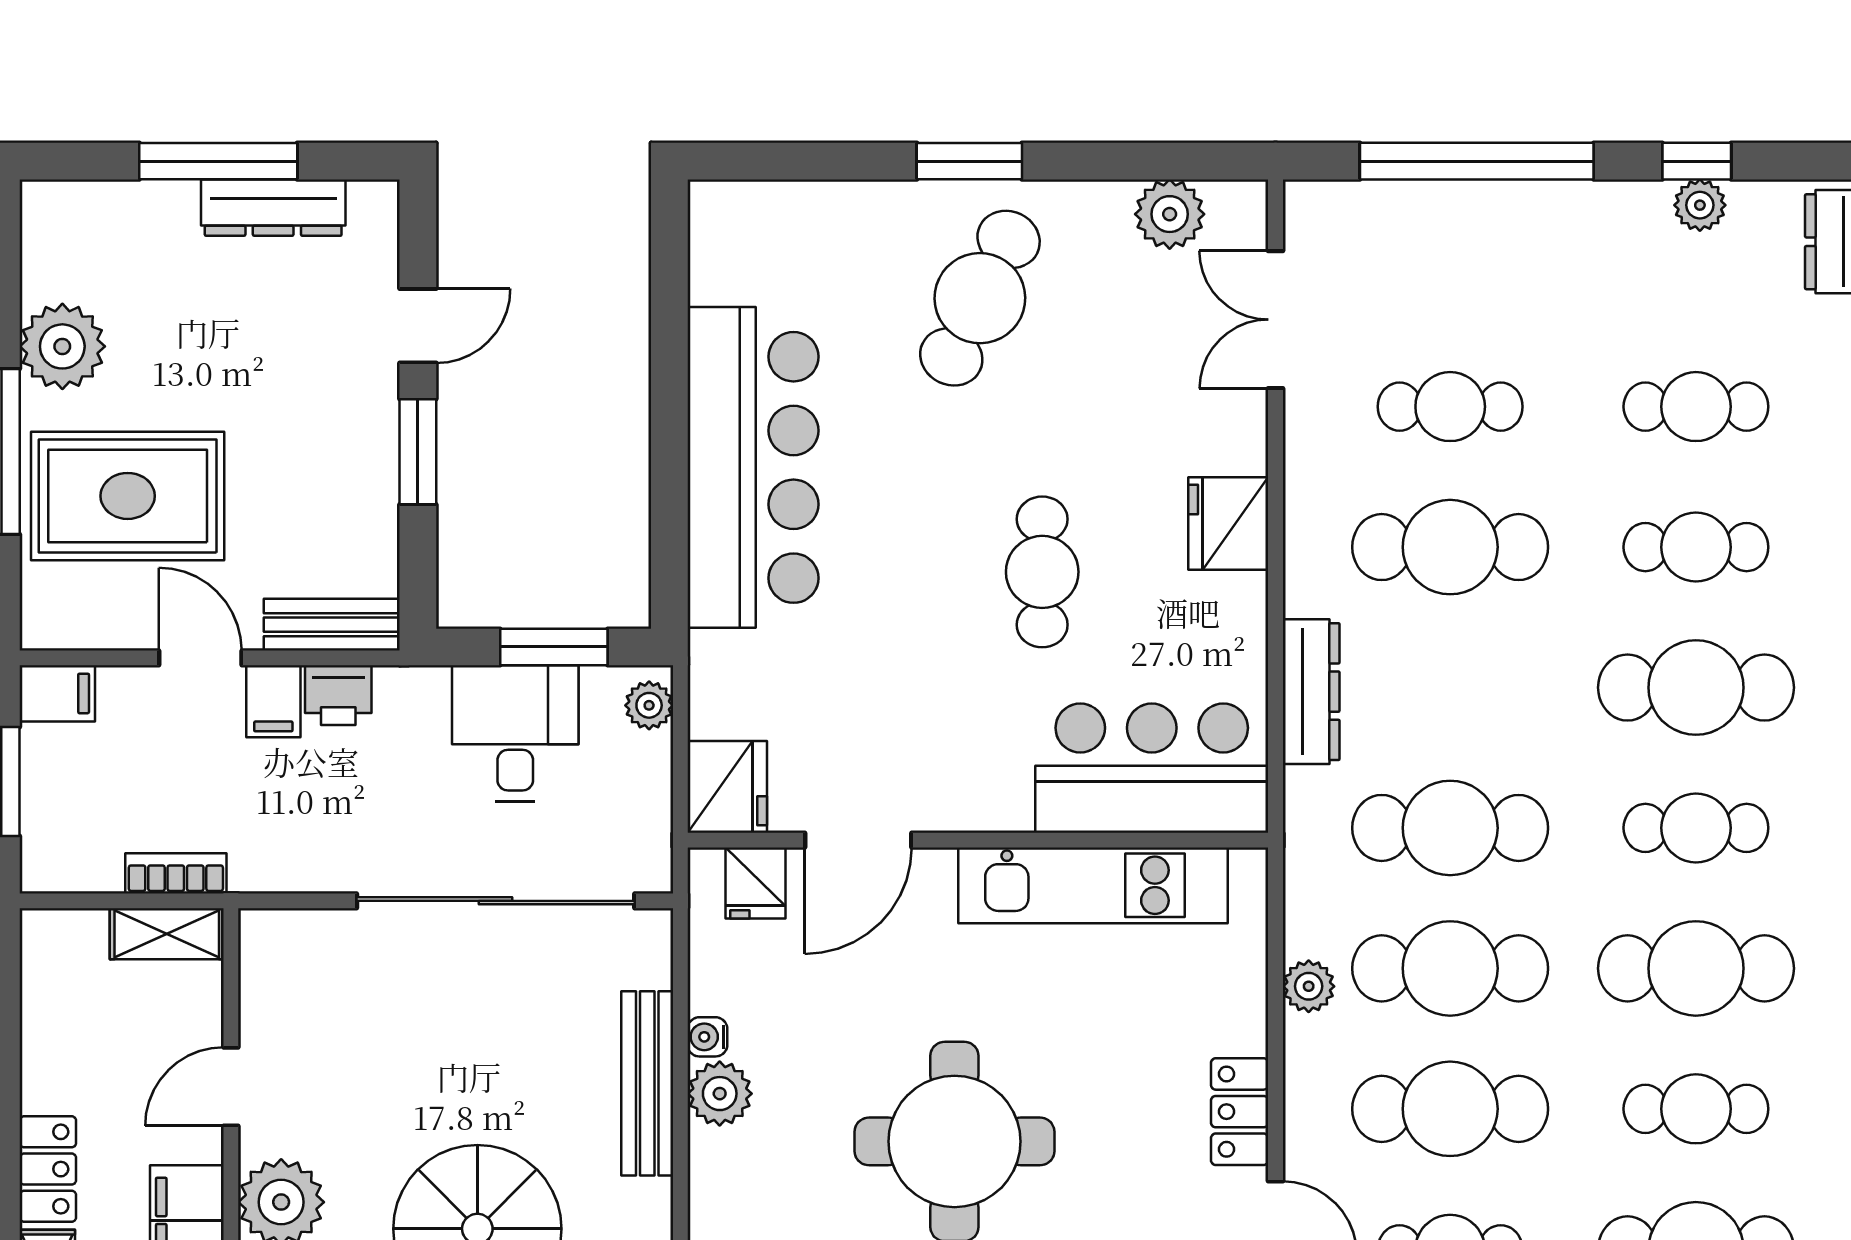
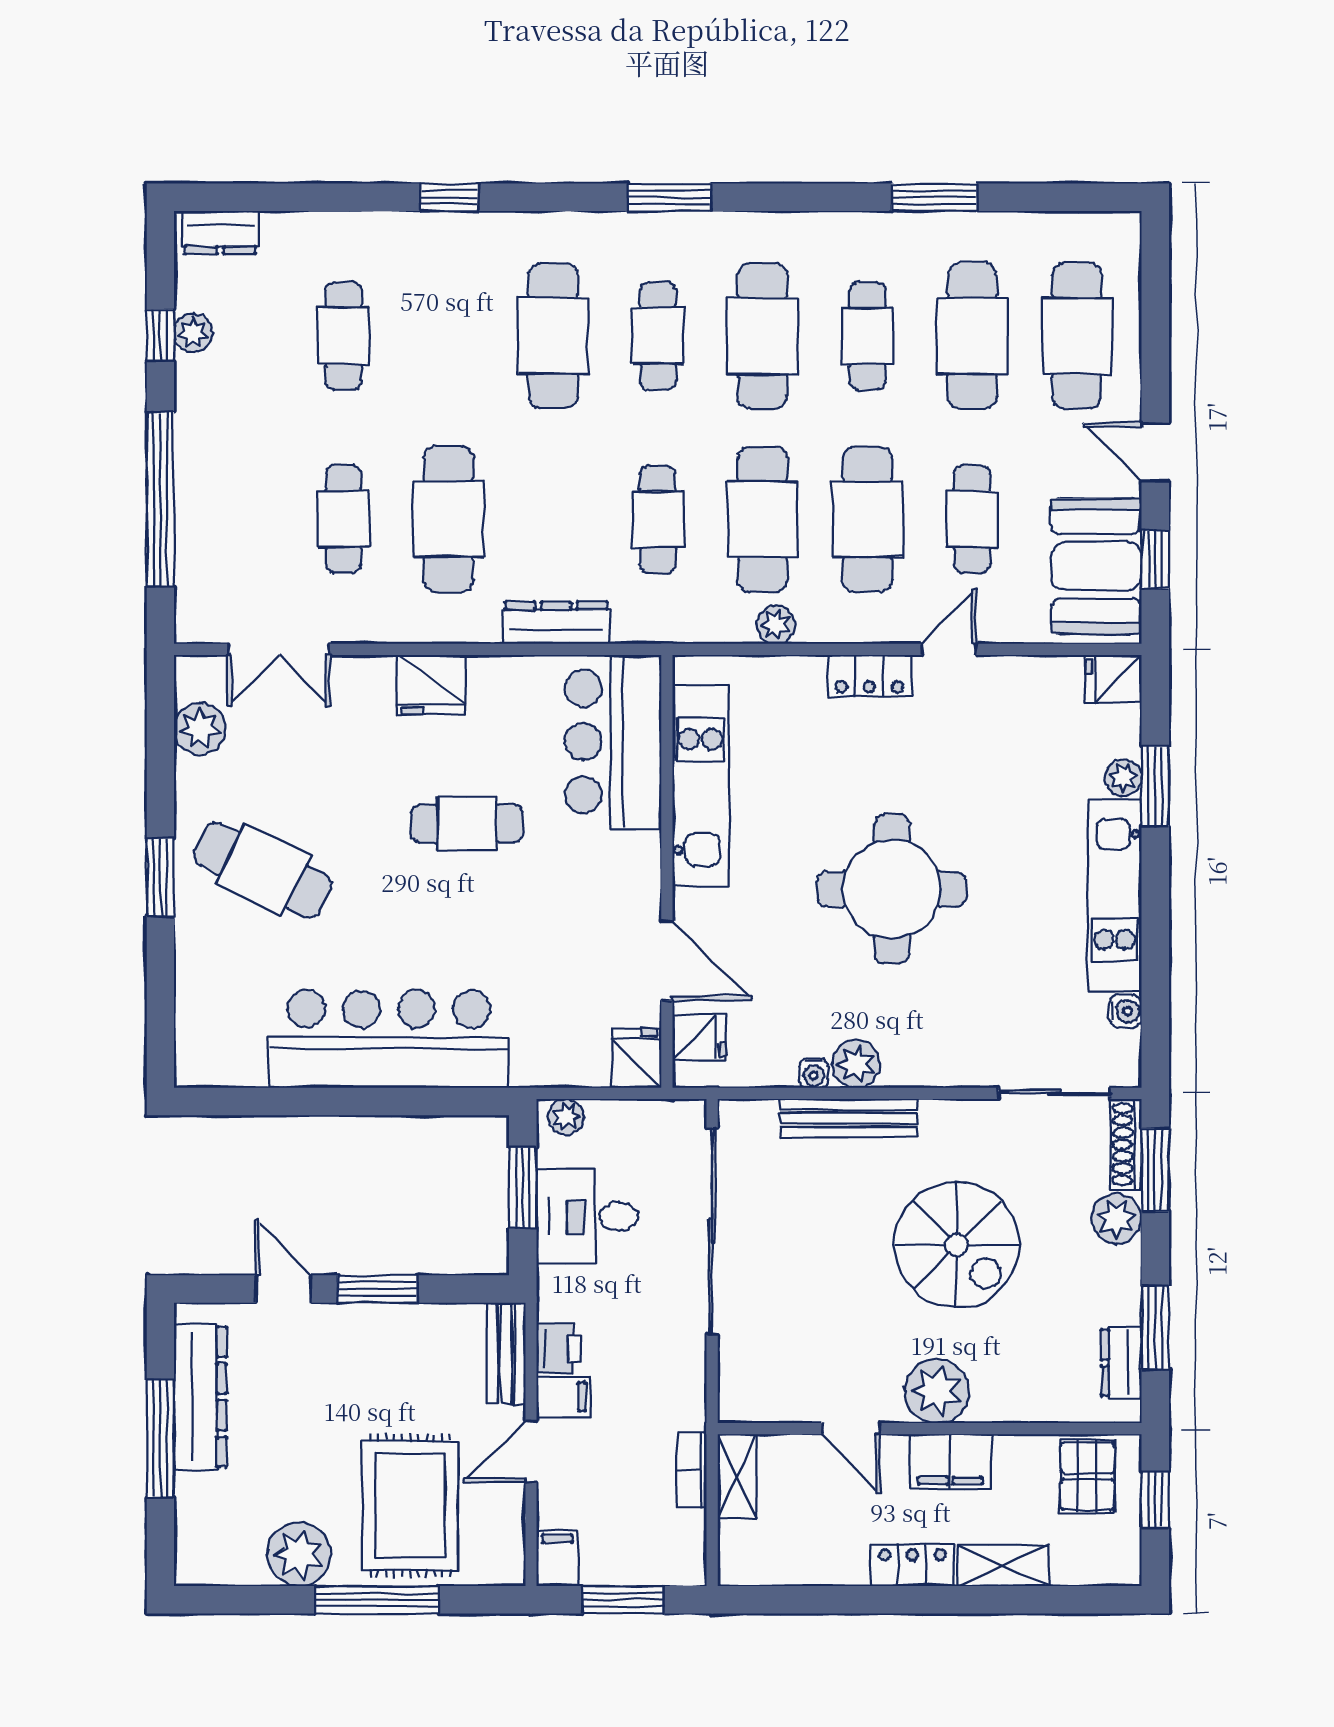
dresser: (273, 208) -> (200, 1397), width x1.37, depth x1.24
cafe table: (1696, 547) -> (448, 336), removed
fridge: (727, 787) -> (637, 1058), width x0.72
cafe table: (1450, 828) -> (658, 519), width x0.73, depth x0.74

